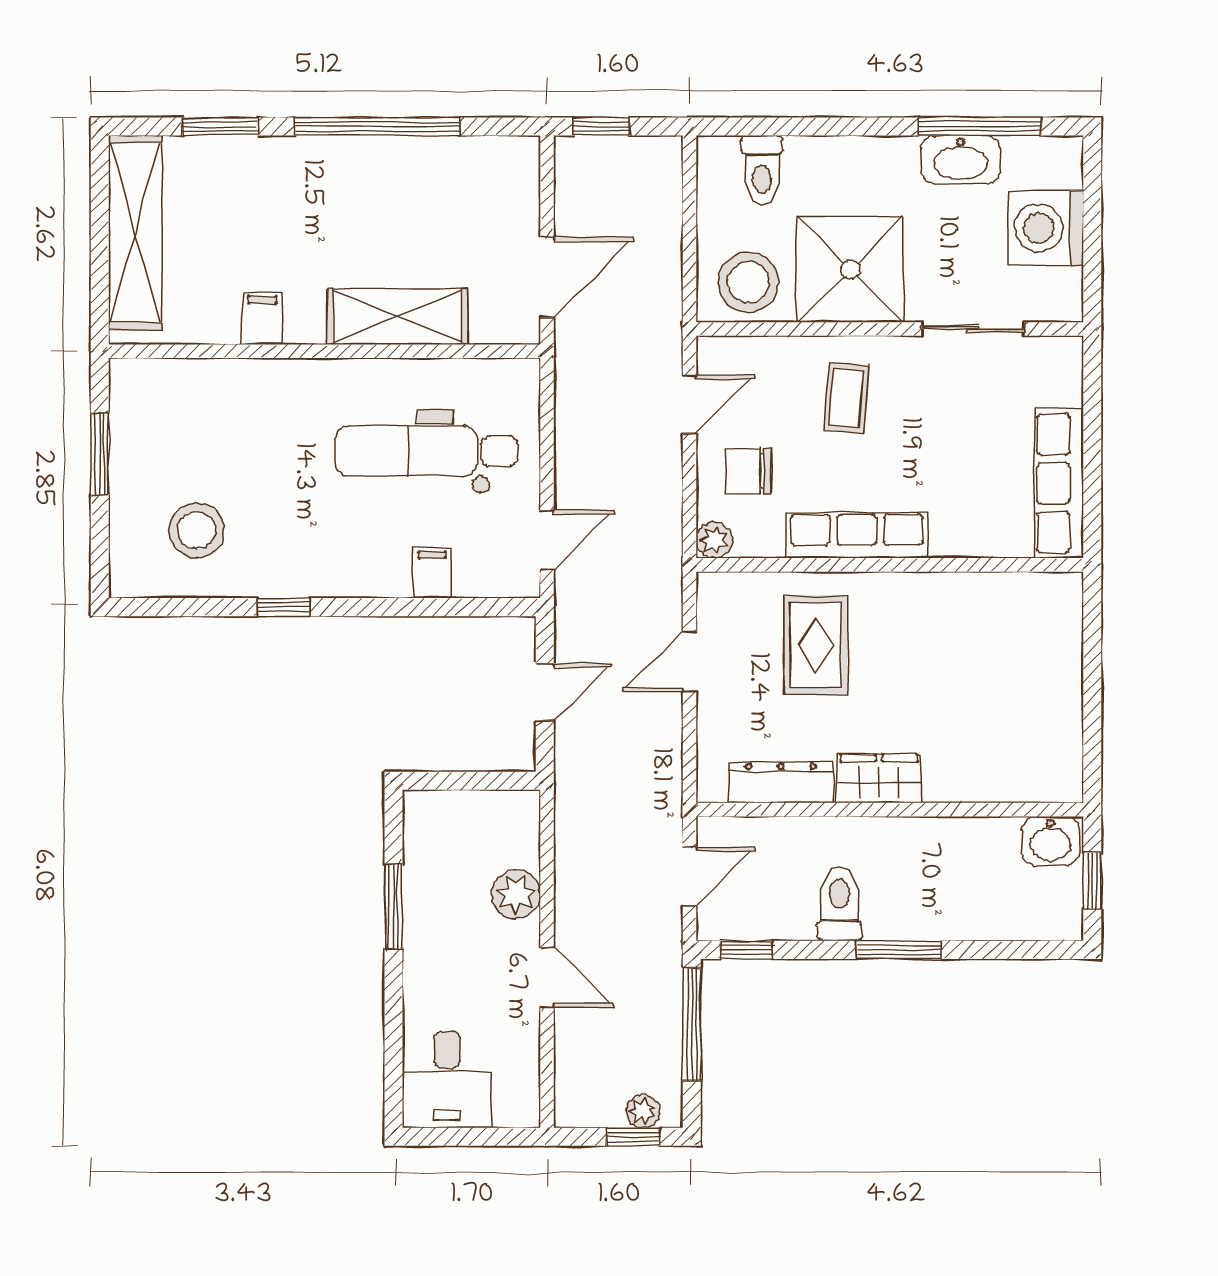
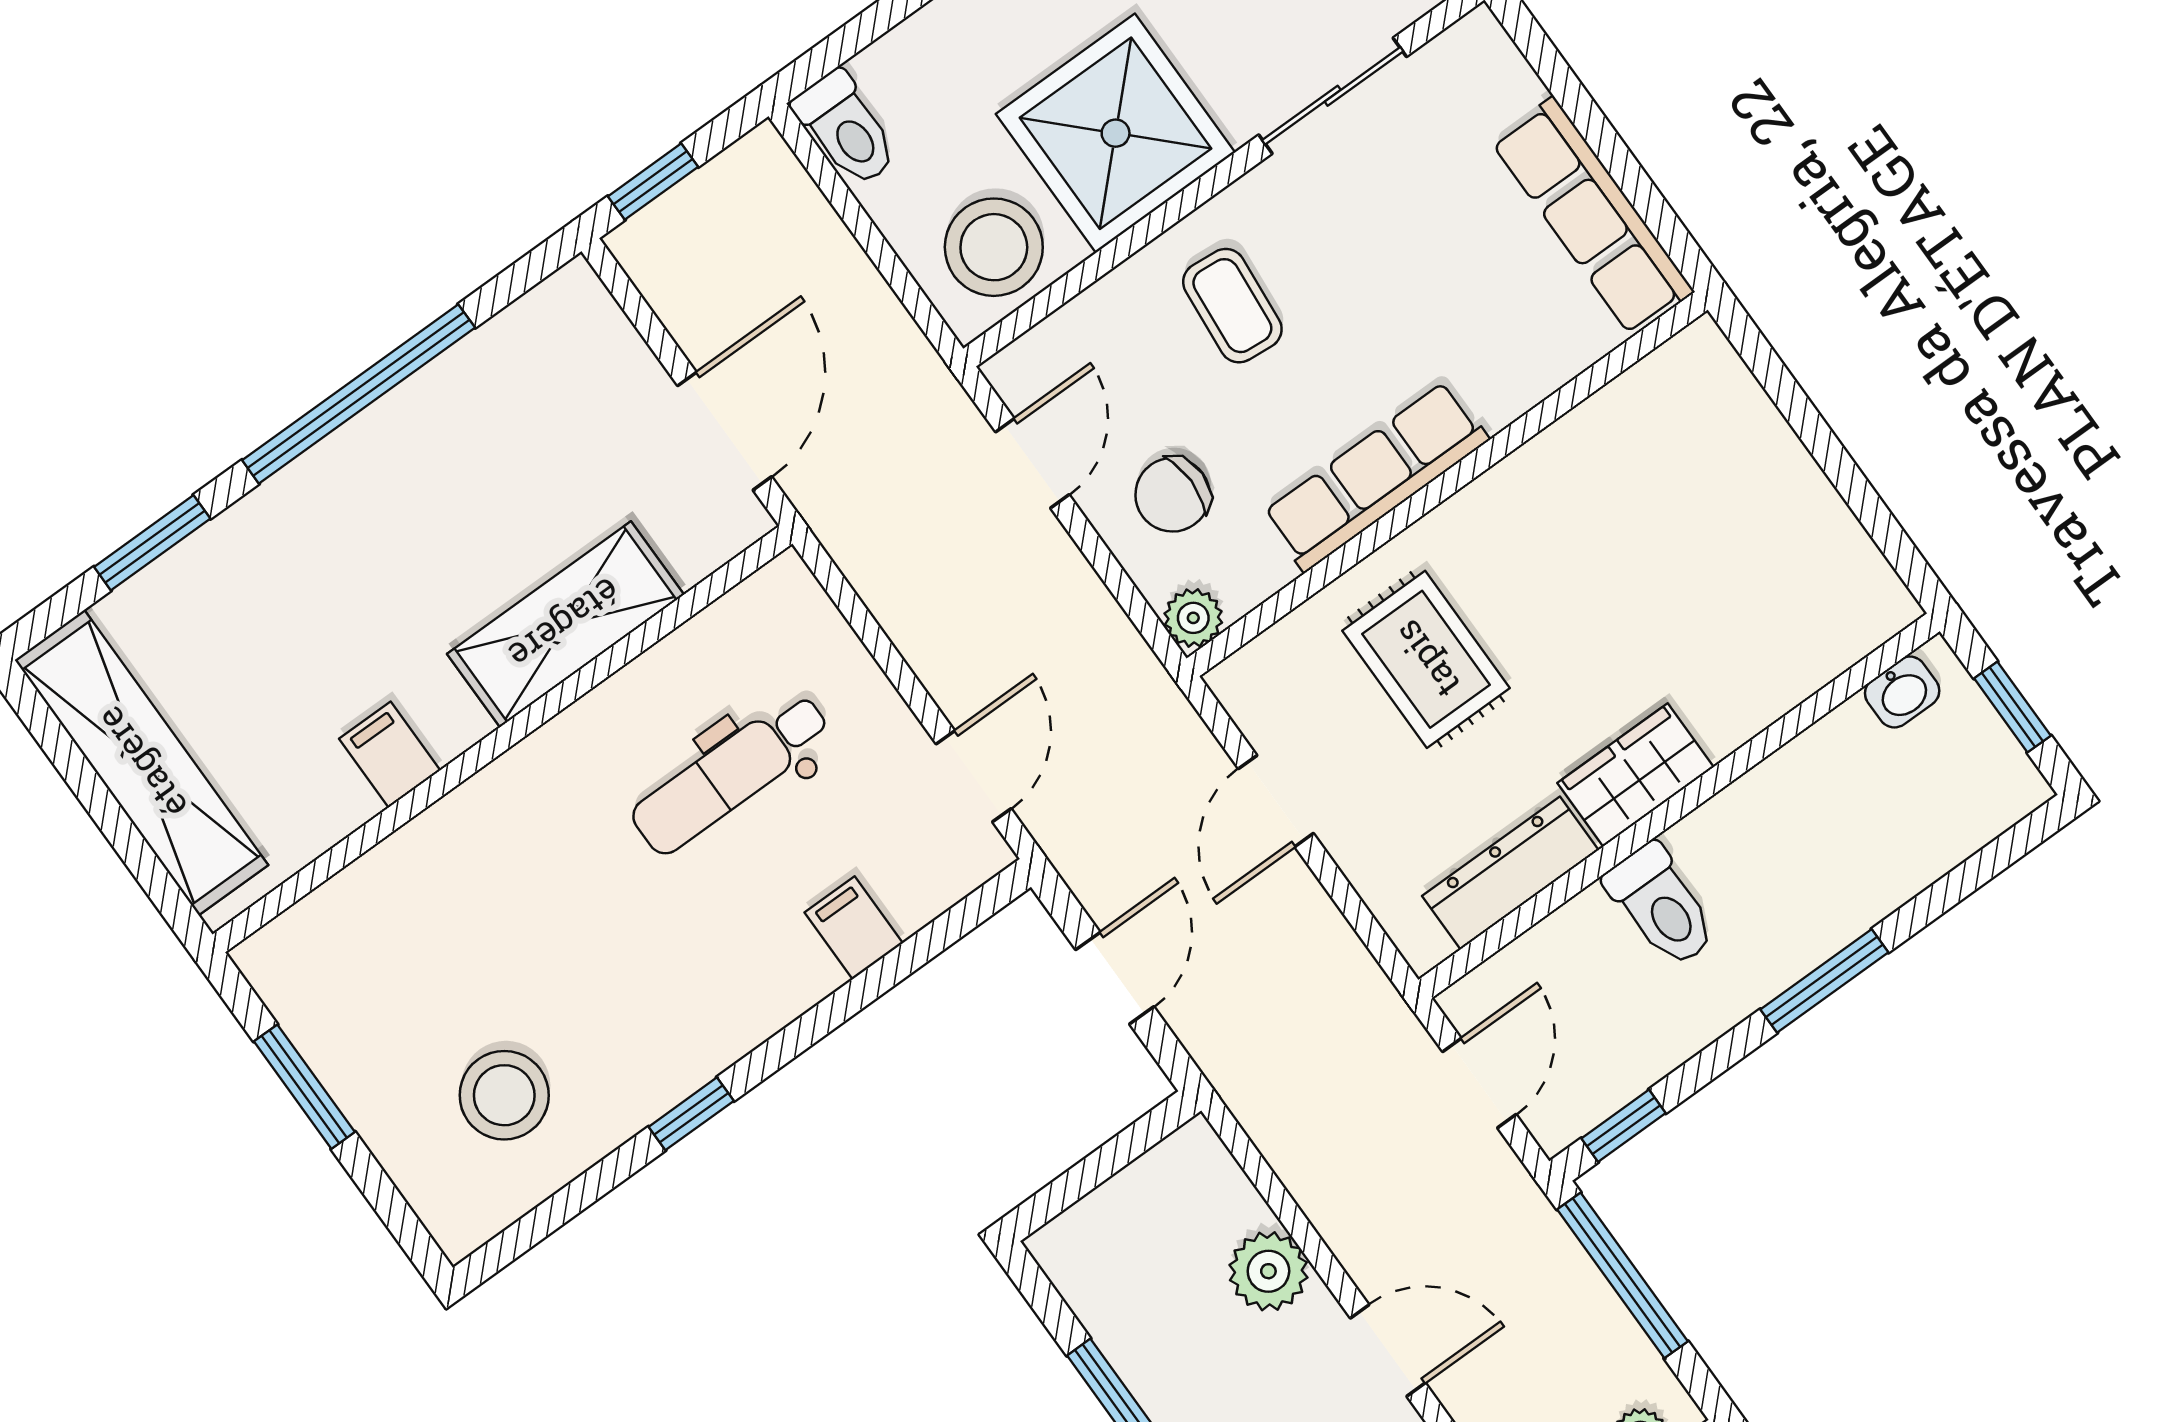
toilet: (762, 170) -> (846, 129), moved
dental chair: (426, 451) -> (731, 774), width x0.73, depth x0.72
washbasin: (1051, 841) -> (1902, 692), width x0.72, depth x0.69
toilet: (839, 904) -> (1661, 906), moved, turned 180

